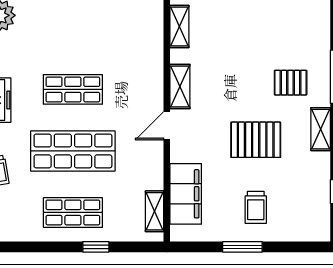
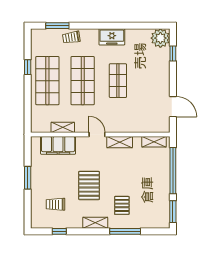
trolley: (256, 207) -> (56, 204), moved
shelving: (154, 211) -> (63, 127), moved
shop shelf: (73, 212) -> (47, 81), width x1.43, depth x1.36
window: (96, 247) -> (28, 67), moved

